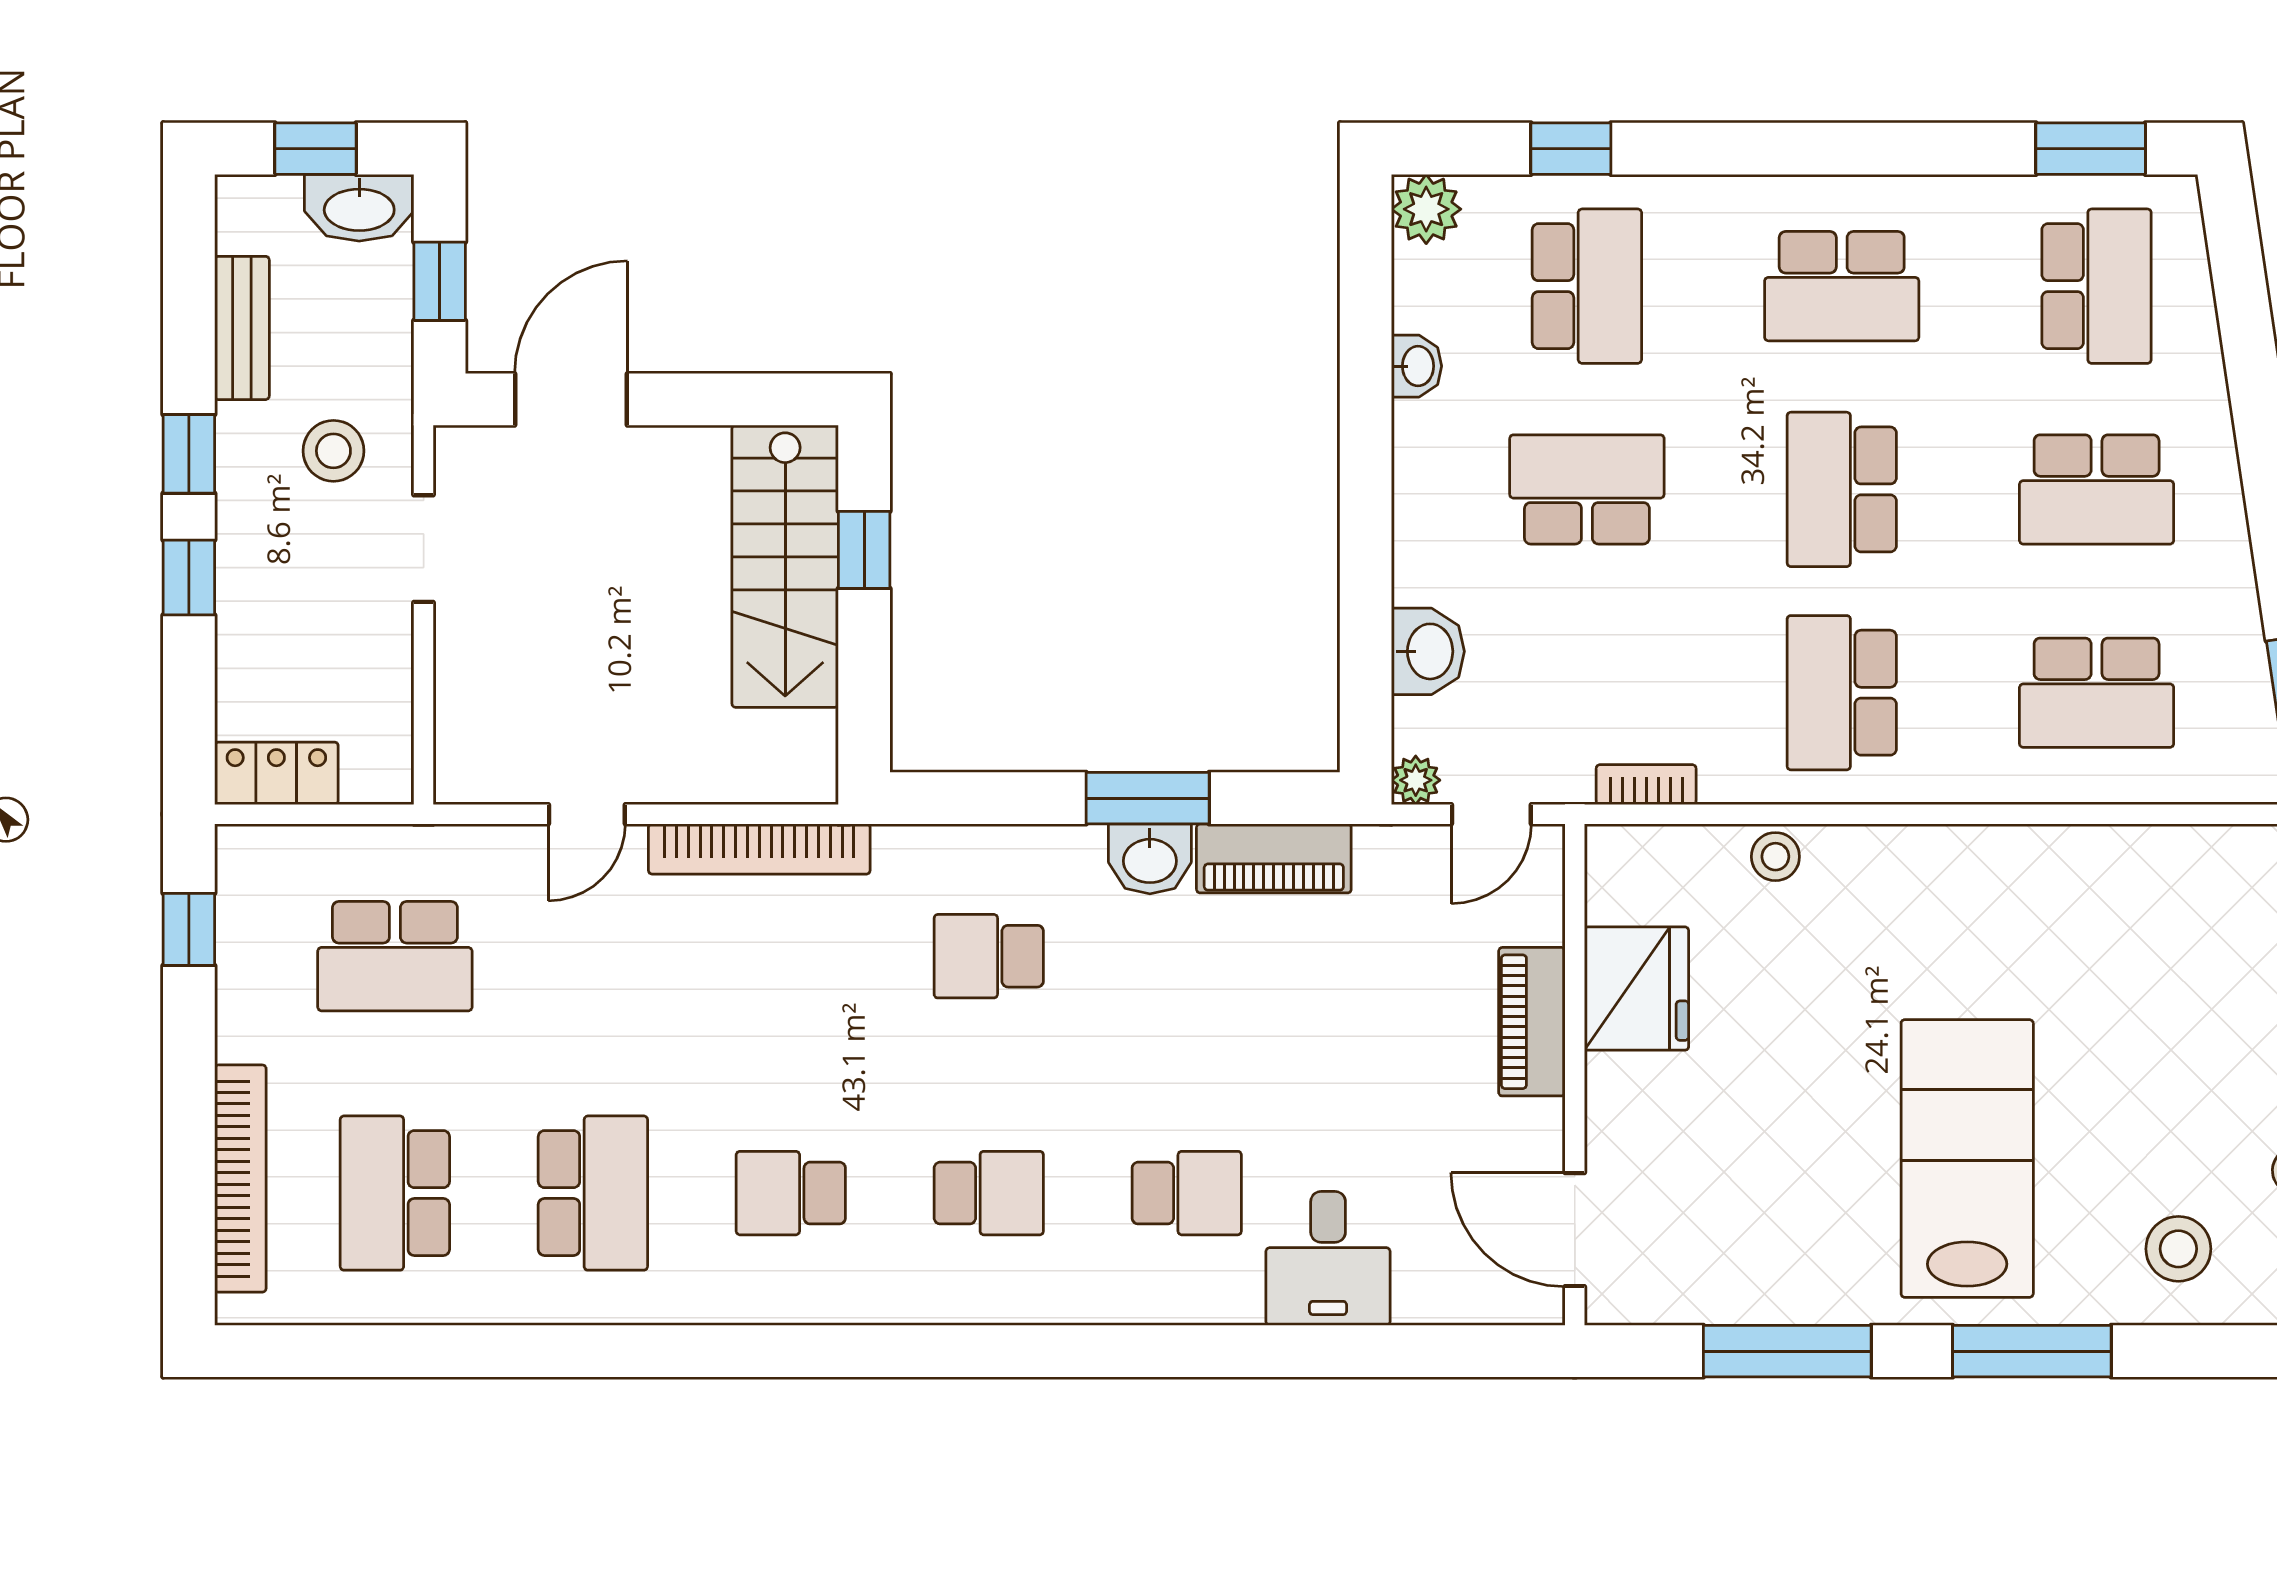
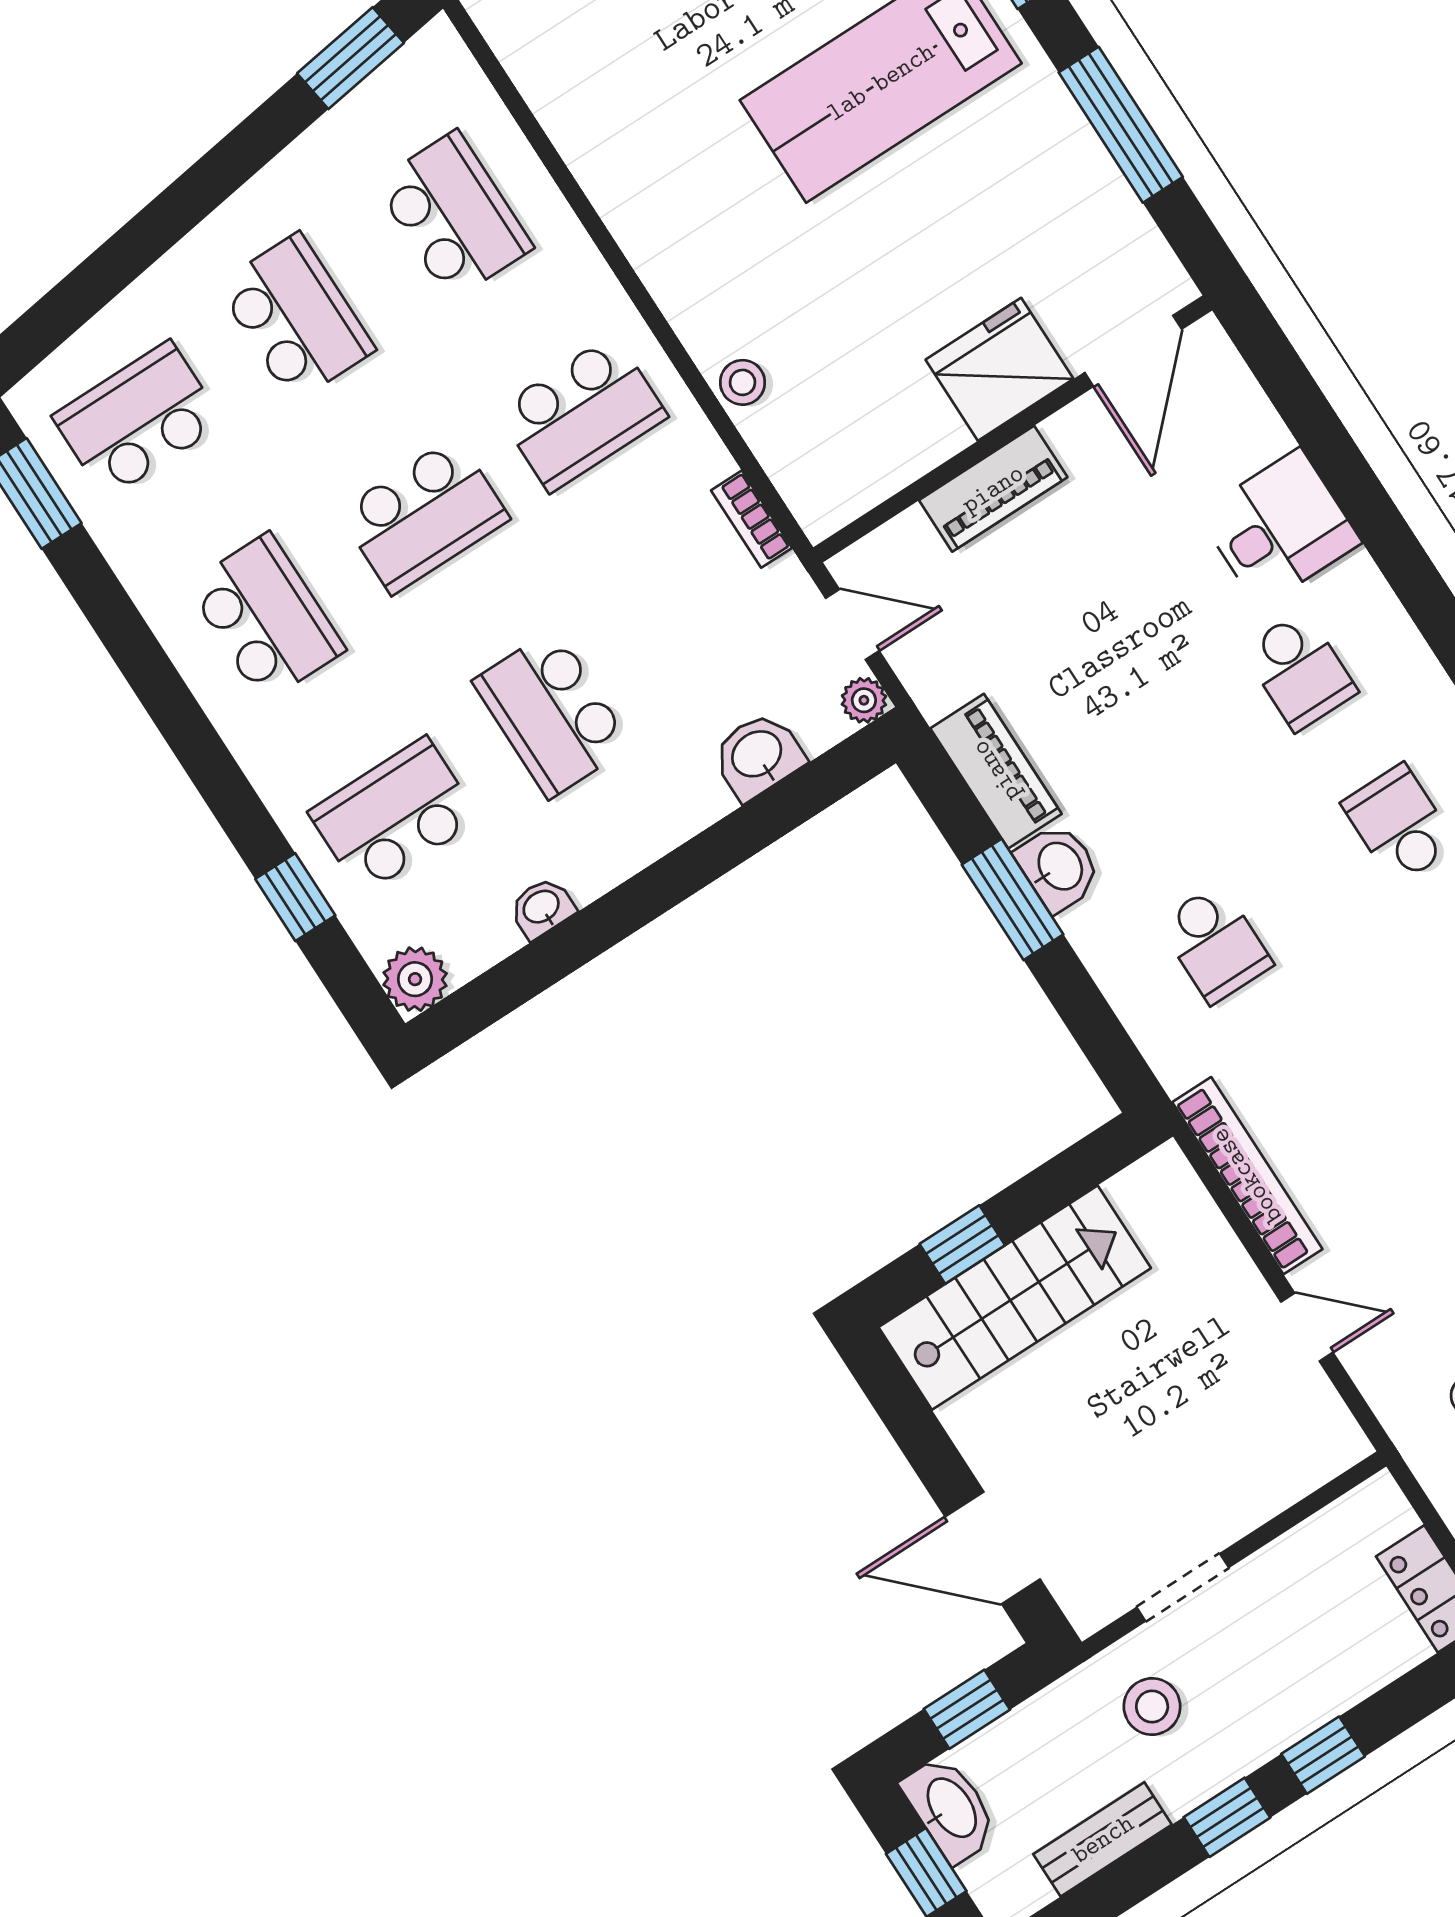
fridge: (1636, 989) -> (1000, 369), moved
school desk: (1187, 1193) -> (1300, 671), turned 180

